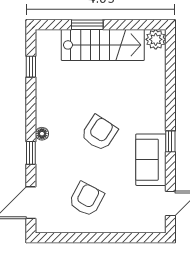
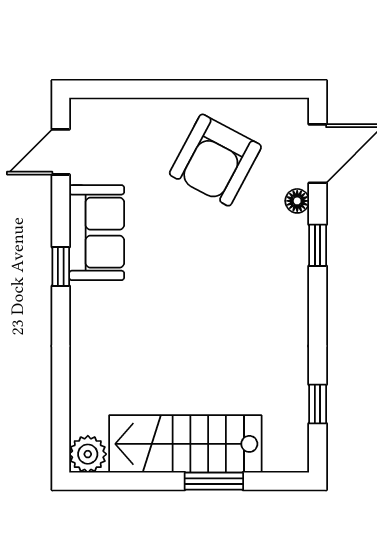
armchair: (99, 133) -> (192, 282), removed
floor lamp: (42, 134) -> (297, 201), moved
armchair: (86, 199) -> (215, 160), width x1.36, depth x1.36

